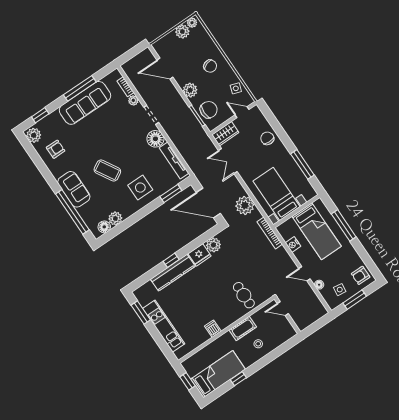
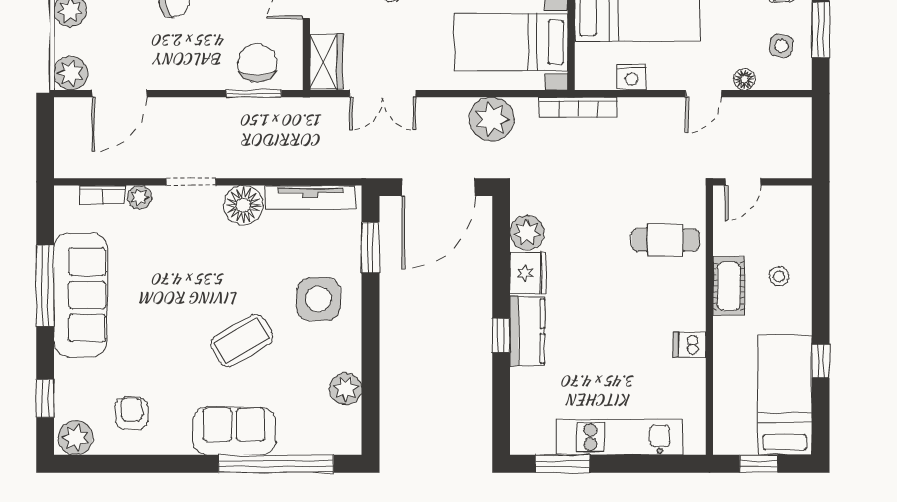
plant: (190, 90) -> (71, 73), moved
floor lamp: (104, 227) -> (347, 421), removed
kitchen counter: (173, 273) -> (527, 331), width x0.67

